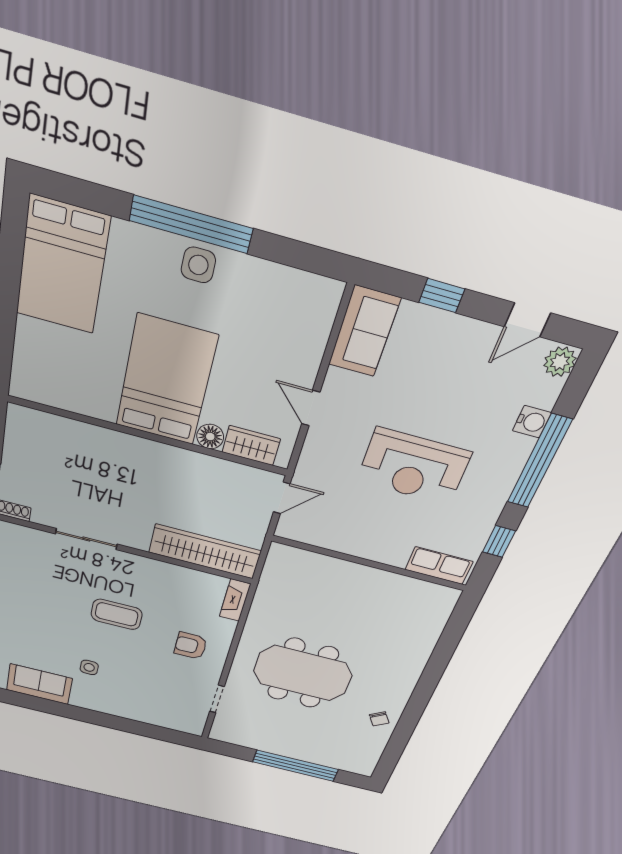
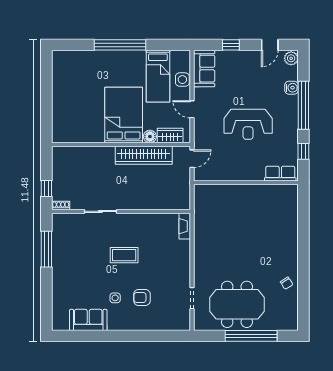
side table: (198, 265) -> (182, 80), moved
bed: (62, 266) -> (158, 76), moved, width x0.67
wardrobe: (205, 552) -> (144, 155), moved, turned 180
armchair: (191, 646) -> (142, 297), moved
meeting table: (303, 673) -> (237, 304), moved

